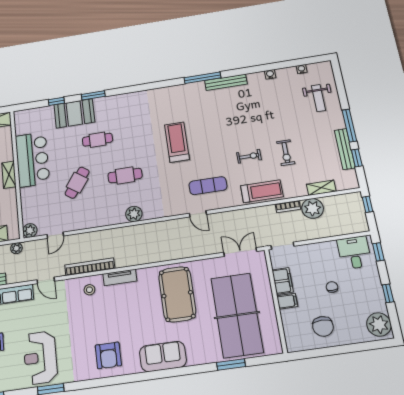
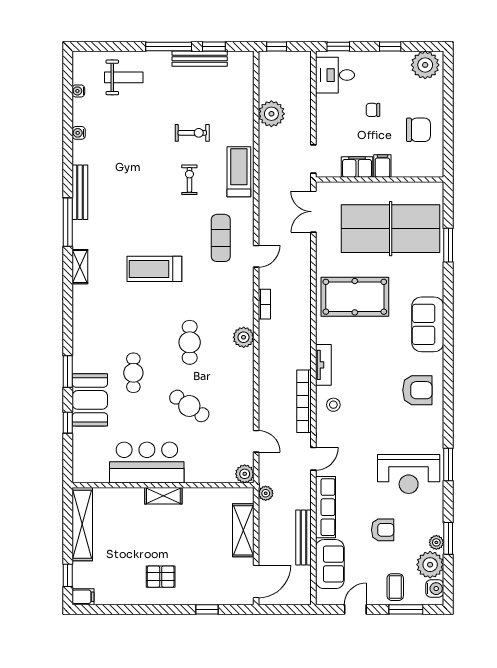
shelving: (321, 188) -> (80, 267), moved
bookcase: (288, 207) -> (264, 304), moved

